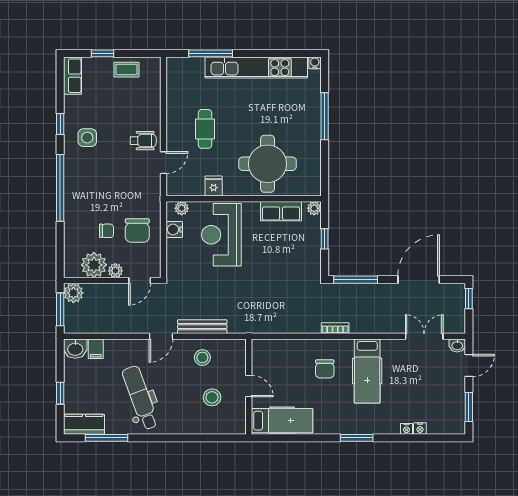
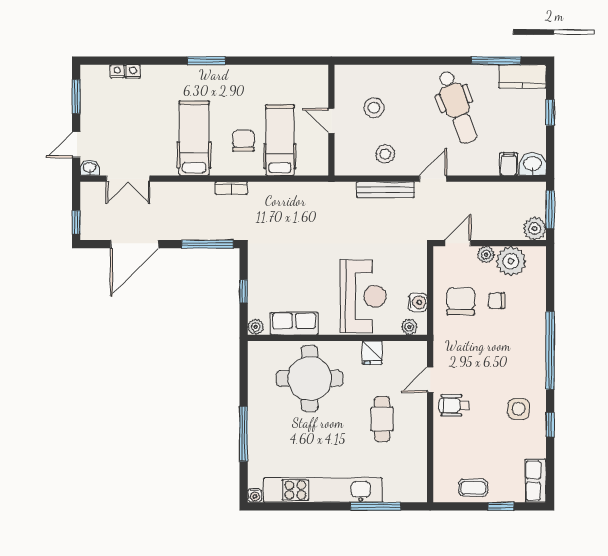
hospital bed: (282, 421) -> (280, 140), moved, turned 90
nightstand: (406, 429) -> (117, 71), moved

